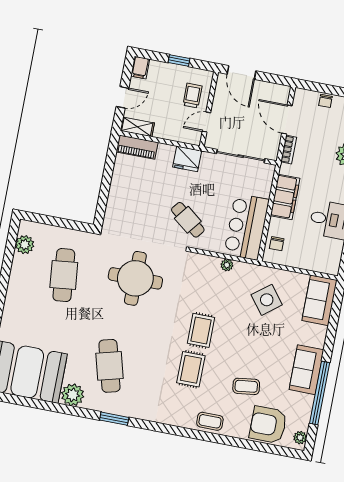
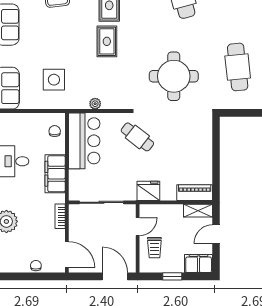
filing cabinet: (140, 68) -> (199, 264), width x2.00
door: (287, 119) -> (67, 255), moved
side table: (267, 300) -> (54, 80), turned 38

